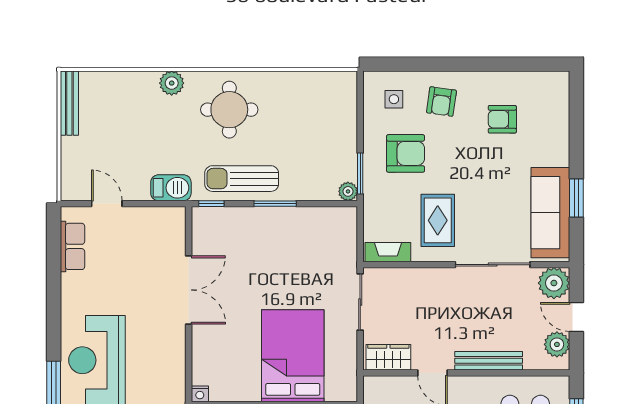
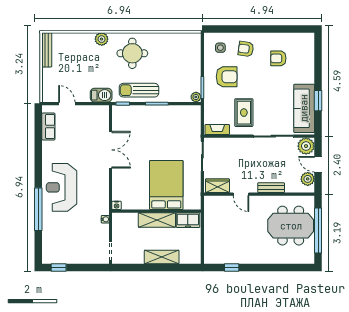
armchair: (441, 101) -> (246, 49), turned 90
bench: (489, 361) -> (271, 188), width x0.73

